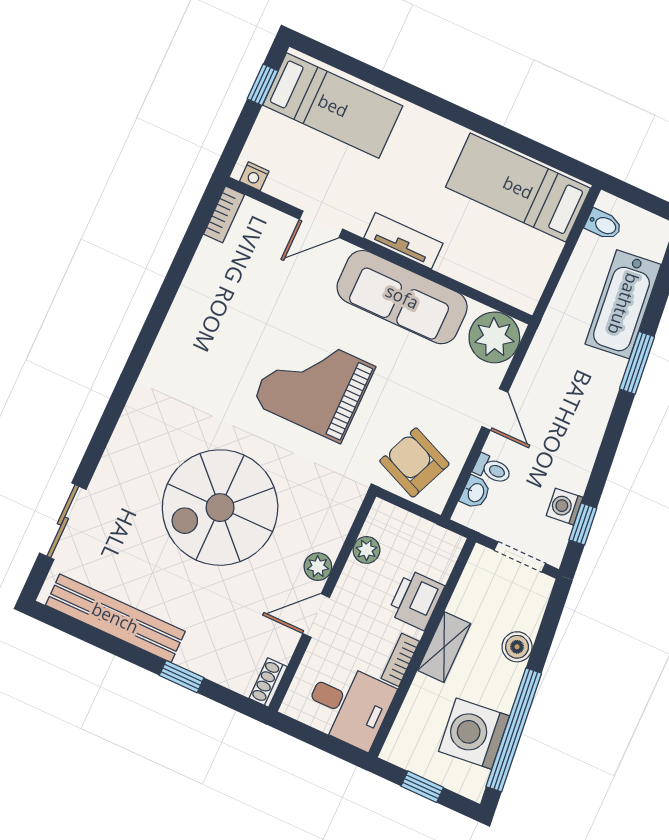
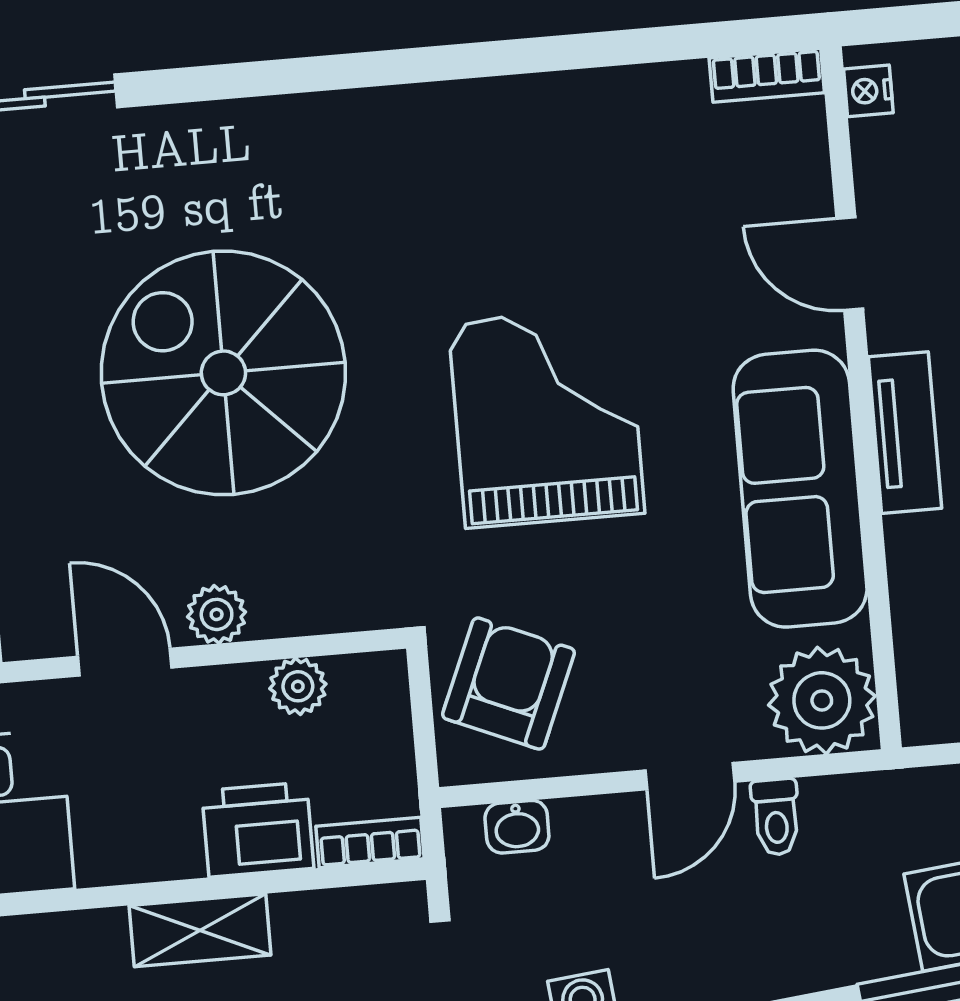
toilet: (492, 469) -> (776, 817), moved
bookcase: (400, 660) -> (370, 842), moved

